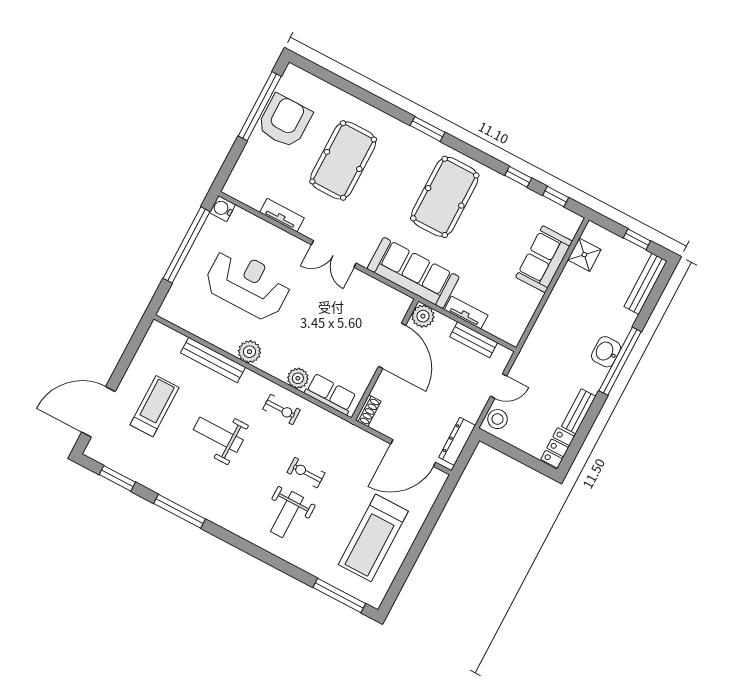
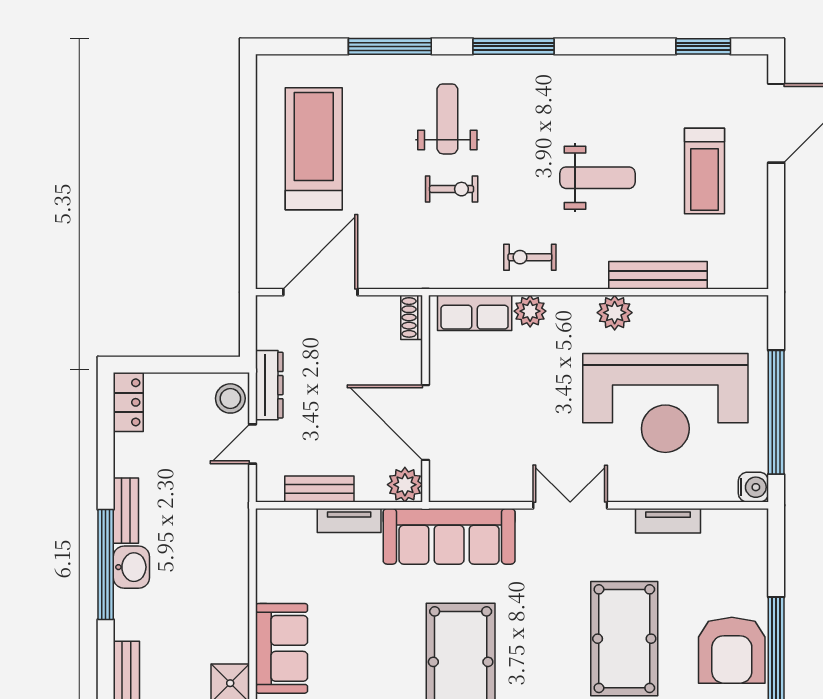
reception desk: (248, 284) -> (665, 403), width x1.36, depth x1.30
bench: (579, 411) -> (126, 511), moved
dresser: (457, 441) -> (269, 385), moved
window: (180, 511) -> (514, 46), moved
window: (339, 595) -> (390, 46), moved

